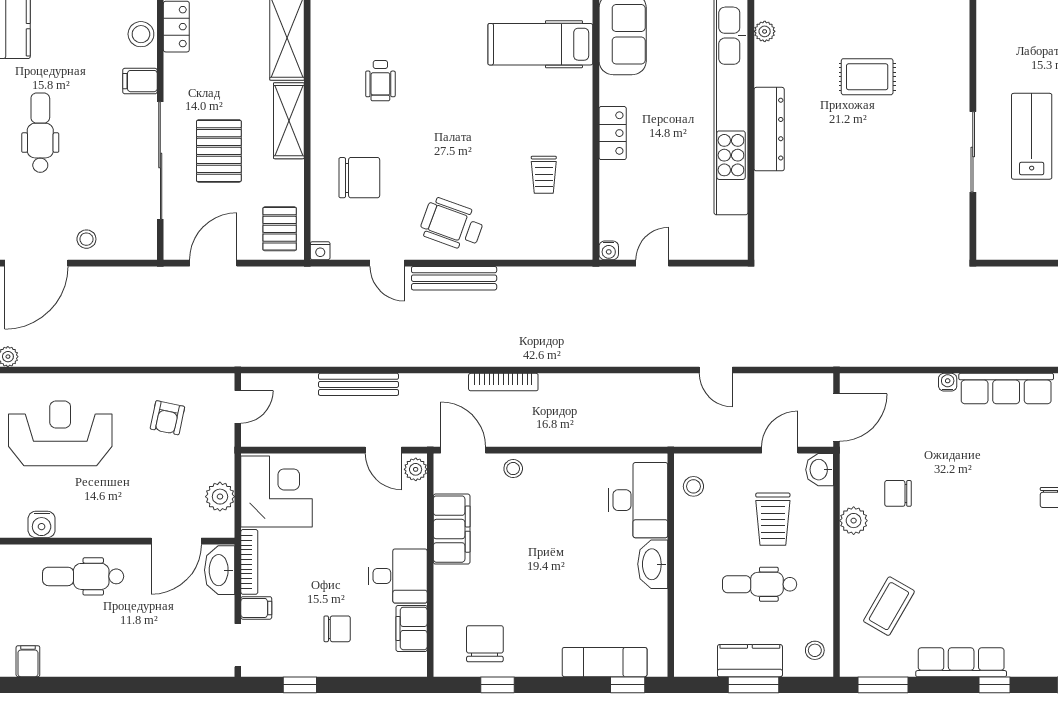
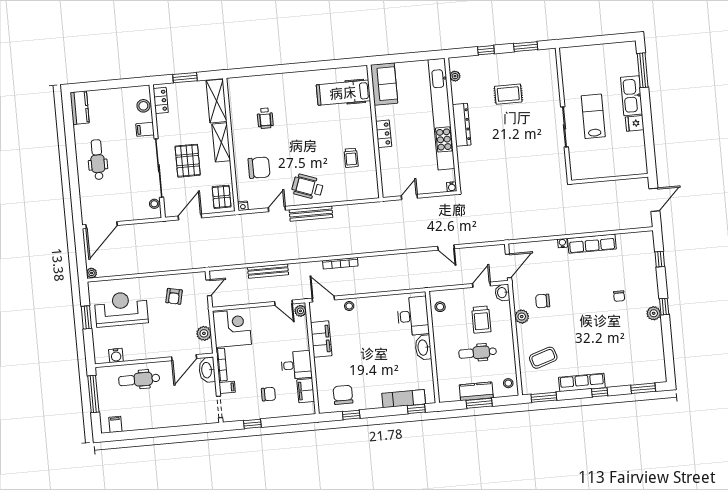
stool: (86, 239) -> (154, 204), moved
water cooler: (609, 250) -> (452, 187), moved
door: (387, 263) -> (277, 209), swing flipped
coffee table: (889, 606) -> (543, 358), turned 42

